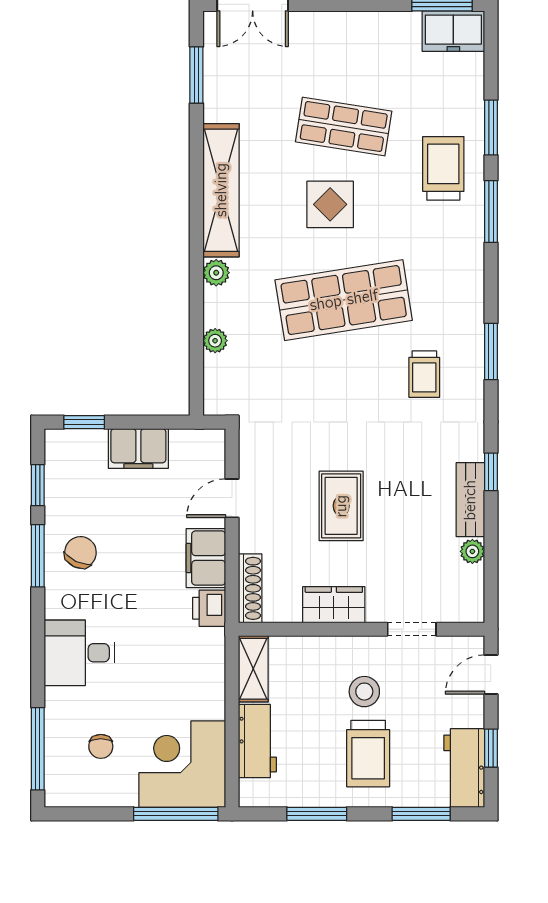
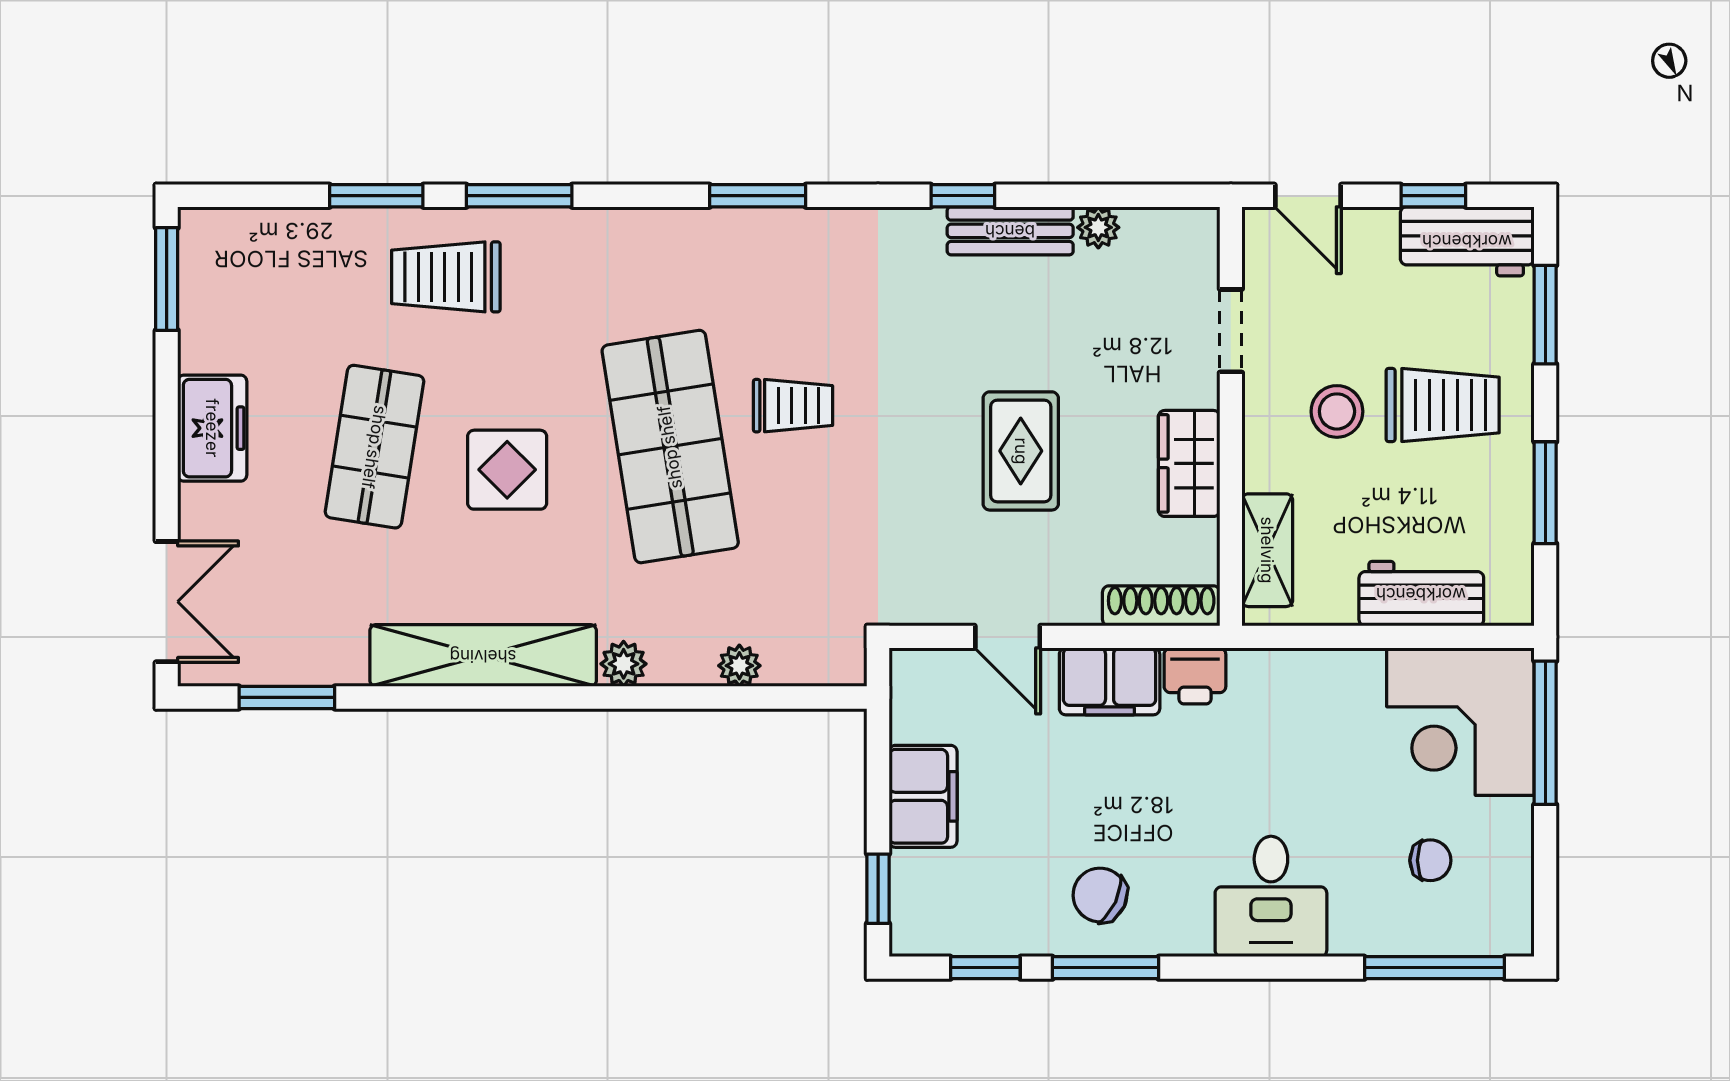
freezer: (453, 31) -> (212, 428), moved
trolley: (424, 374) -> (793, 406), moved
rug: (341, 506) -> (1021, 451), turned 90
shelving: (253, 669) -> (1267, 550), moved, turned 90

